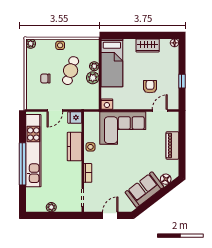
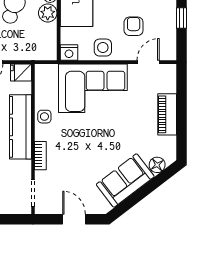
side table: (129, 101) -> (103, 48), added
kitchen counter: (75, 147) -> (21, 127), width x1.50
door: (110, 215) -> (74, 219), hinge flipped

